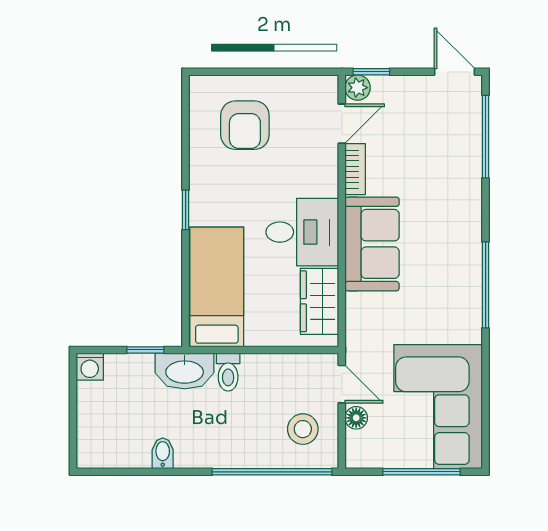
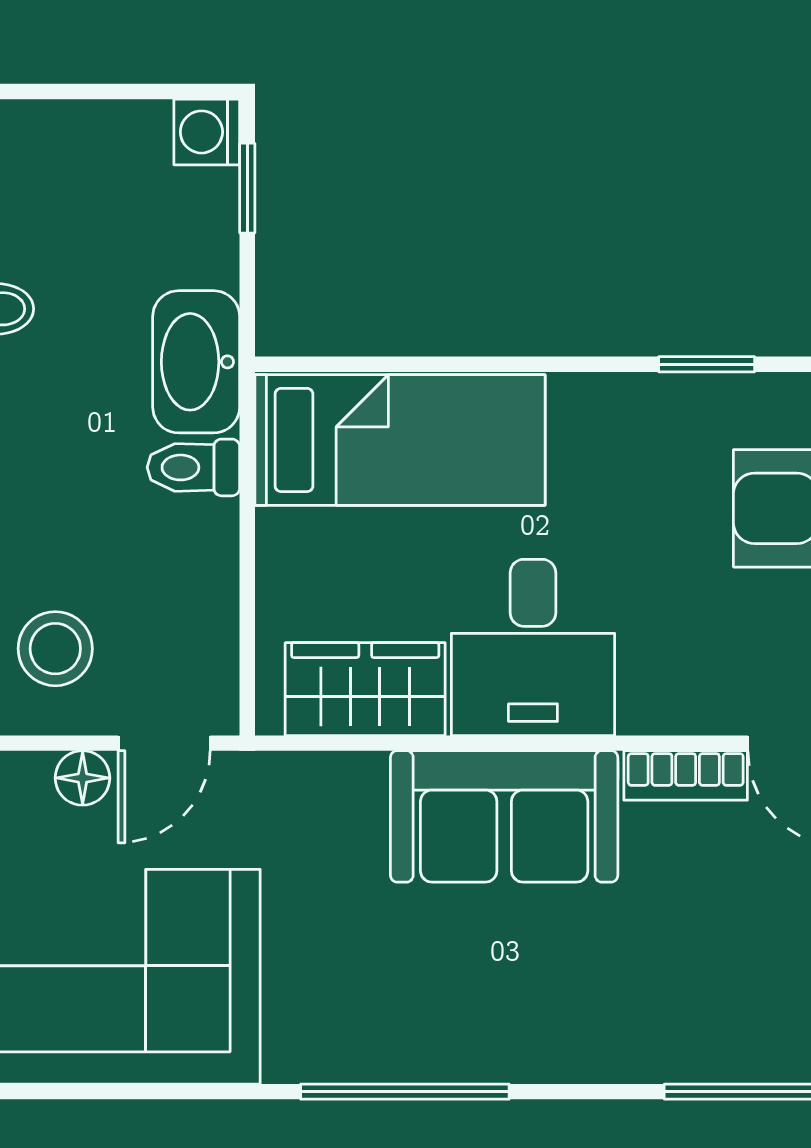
window: (186, 210) -> (707, 364), moved
window: (145, 350) -> (247, 188), moved

